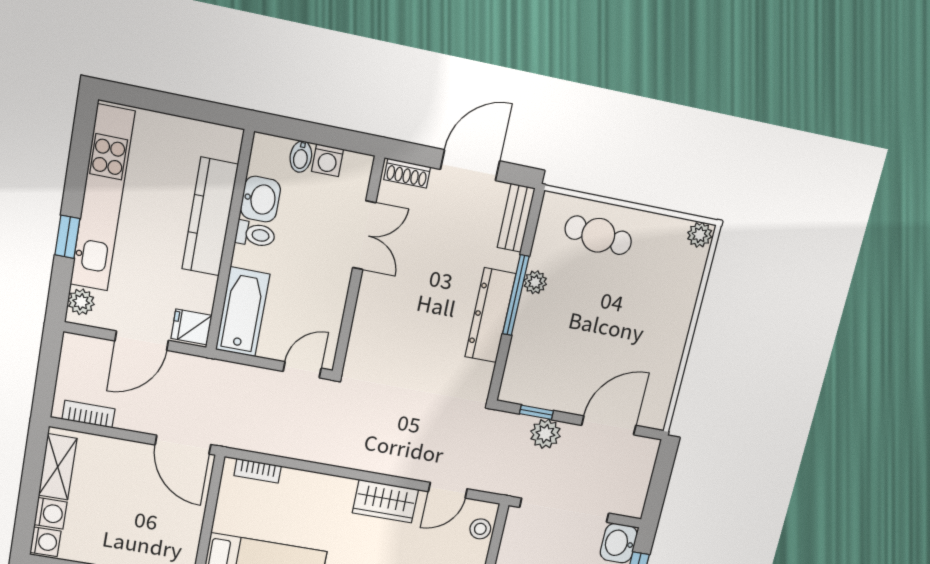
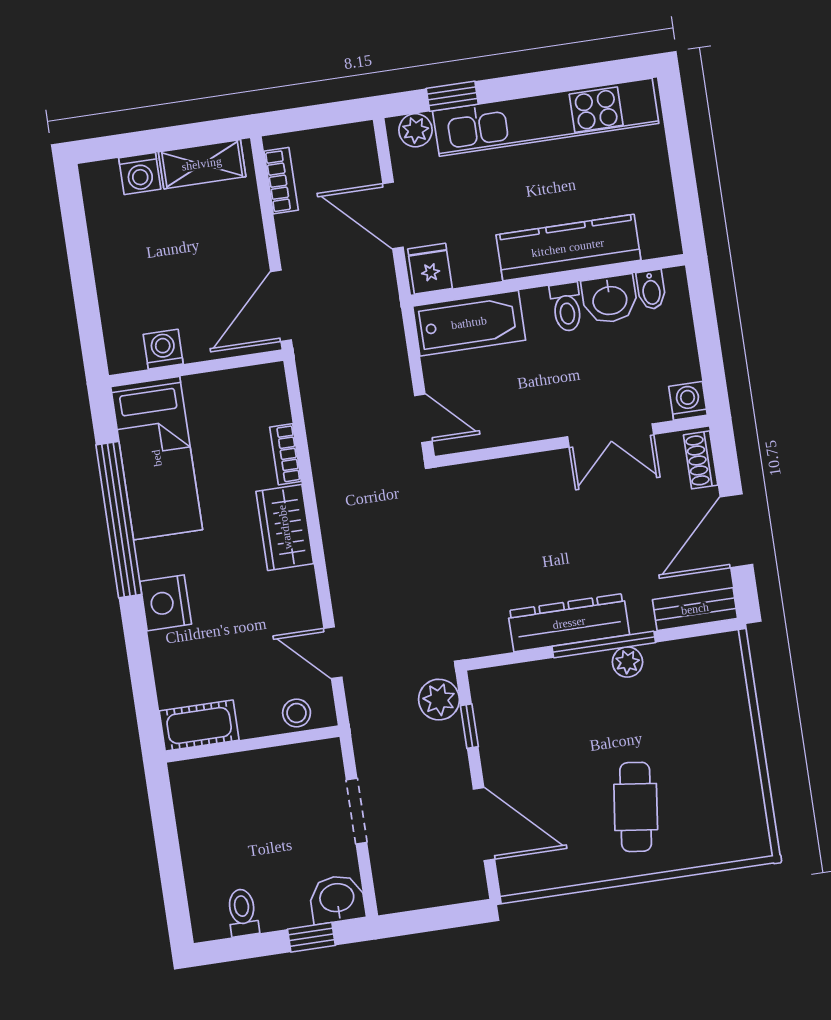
bidet: (301, 157) -> (651, 290), moved, turned -90
washing machine: (328, 160) -> (688, 401), moved, turned 90
door: (470, 165) -> (736, 531), swing flipped
cafe table: (598, 235) -> (636, 807), moved
plant: (700, 235) -> (755, 841), removed
window: (67, 237) -> (452, 96), moved
plant: (545, 434) -> (439, 700), moved
bookcase: (258, 471) -> (286, 454), moved
wardrobe: (385, 501) -> (285, 527), moved
doorway: (564, 510) -> (357, 811), width x0.53
washing machine: (45, 542) -> (163, 349), moved, turned 180

